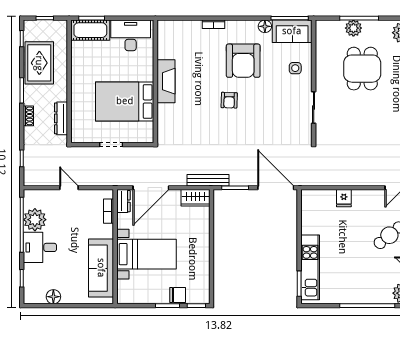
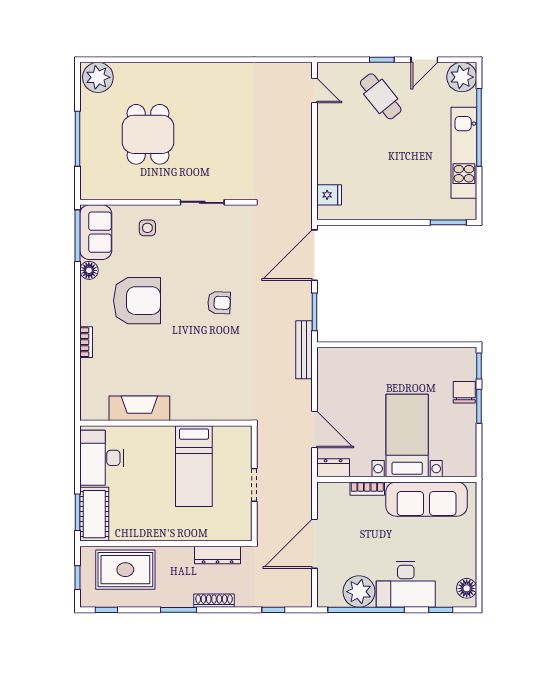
plant: (353, 28) -> (91, 147), removed
rug: (39, 63) -> (125, 570), moved
dining table: (362, 69) -> (148, 134), turned 90
fireplace: (166, 81) -> (139, 408), moved
armchair: (229, 100) -> (219, 303), moved
bed: (125, 101) -> (194, 466), width x0.67
shoe rack: (28, 116) -> (214, 601), width x1.43
door: (69, 188) -> (314, 544), width x1.87
door: (151, 188) -> (314, 430), width x0.73
wardrobe: (195, 198) -> (328, 367), removed
fridge: (344, 198) -> (329, 195), moved
bookcase: (109, 211) -> (367, 489), moved
desk: (40, 247) -> (406, 584), width x1.37
kitchen unit: (310, 267) -> (464, 153), moved, turned -90
floor lamp: (53, 297) -> (467, 588), moved

